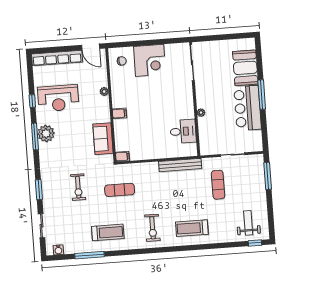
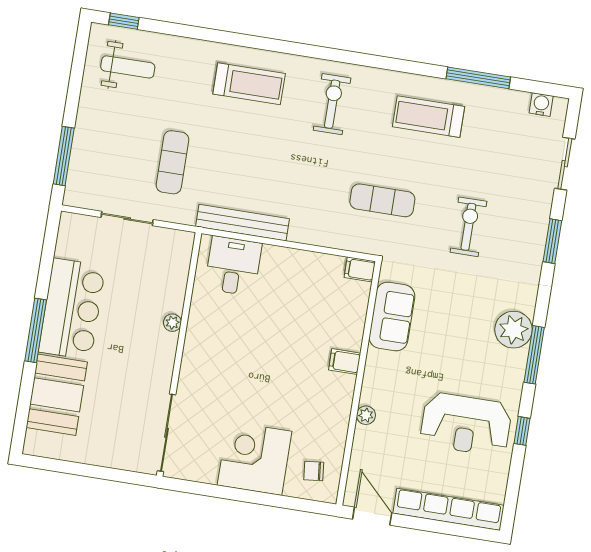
reception desk: (58, 98) -> (466, 424), turned 180
desk: (183, 131) -> (233, 266), moved, turned 90
plant: (46, 133) -> (513, 330), moved
weight bench: (248, 223) -> (128, 67), turned -90

